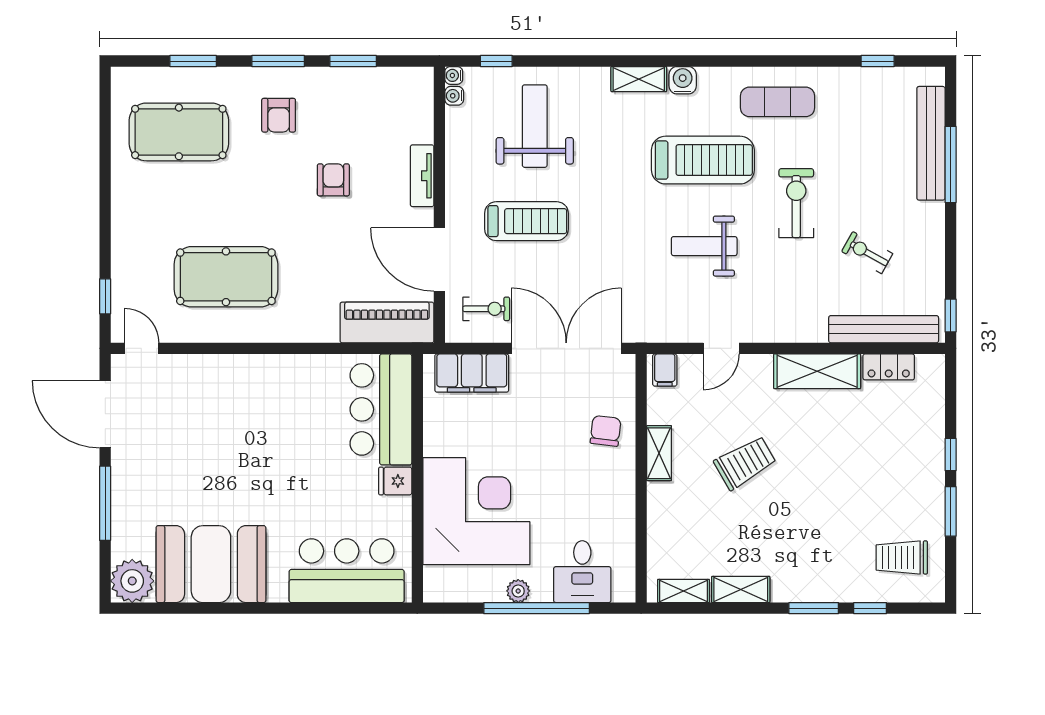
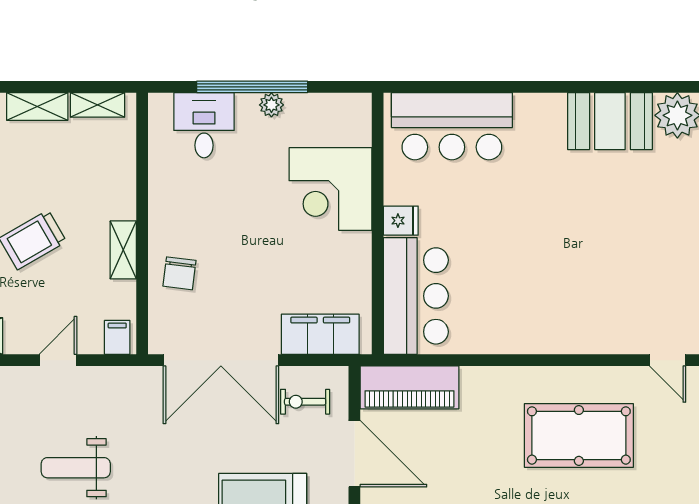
weight bench: (704, 246) -> (76, 468), turned 180
corner desk: (476, 511) -> (330, 189), width x0.74, depth x0.74
booth: (211, 564) -> (610, 121), width x0.73, depth x0.70

